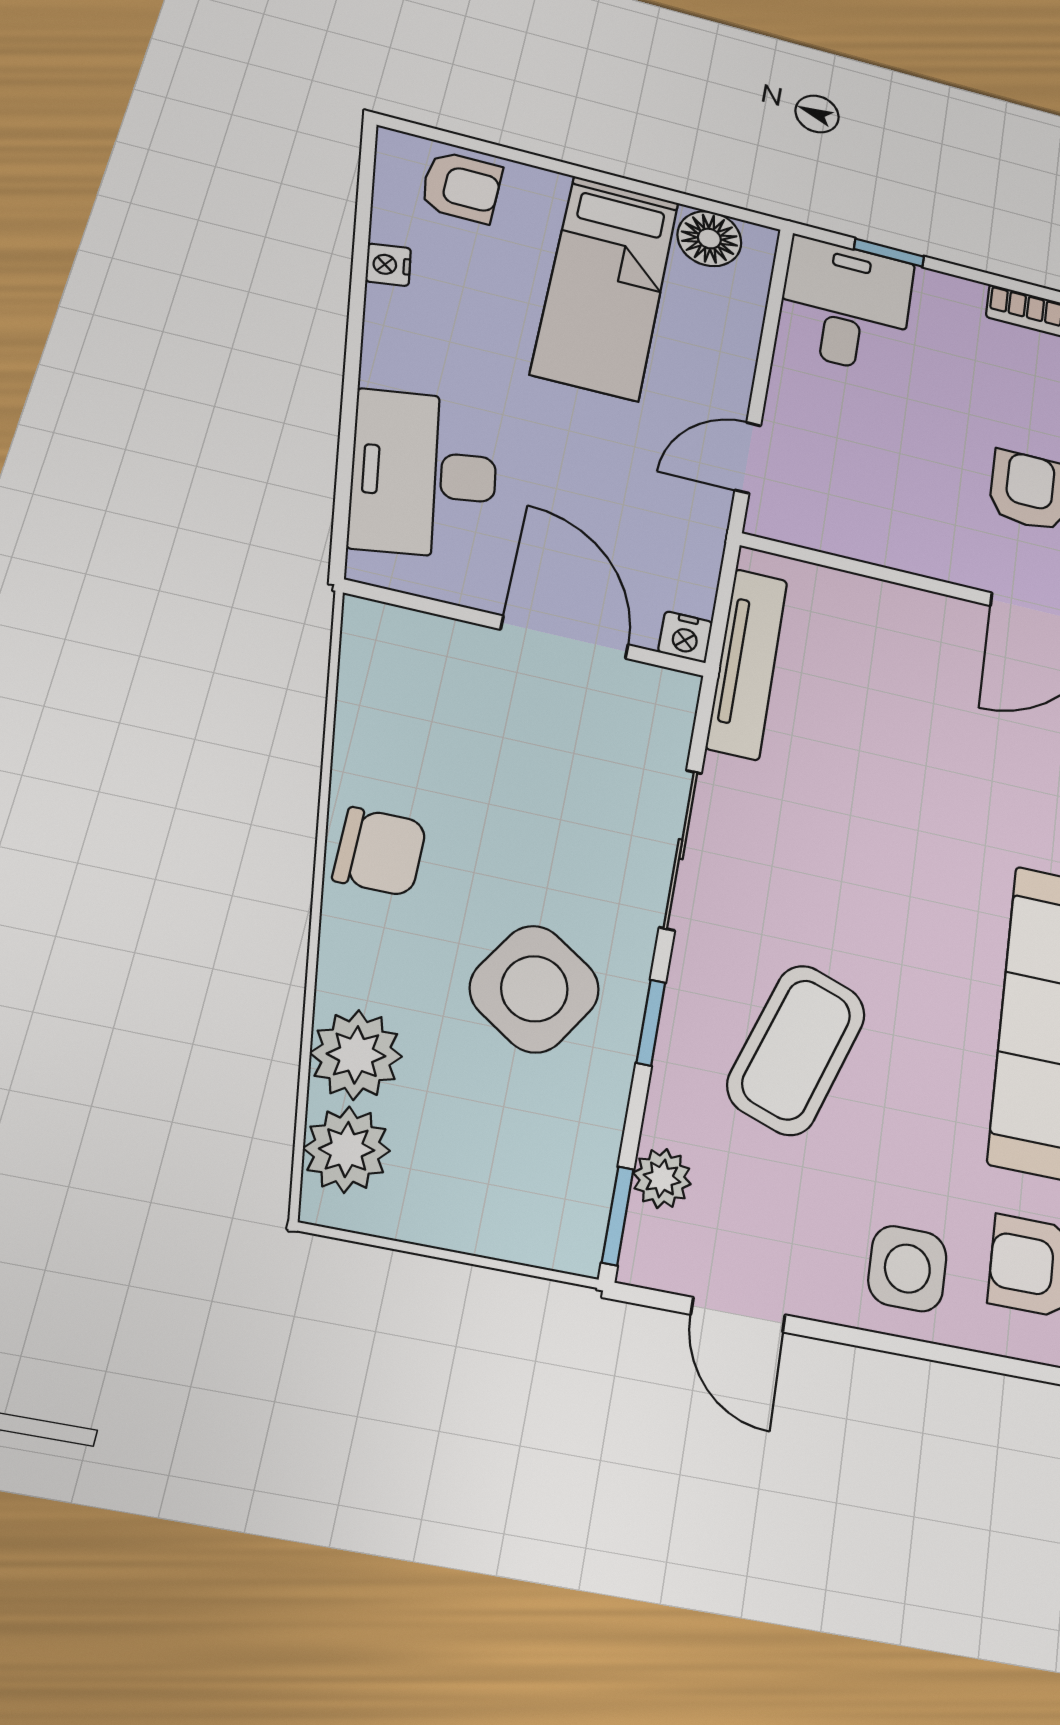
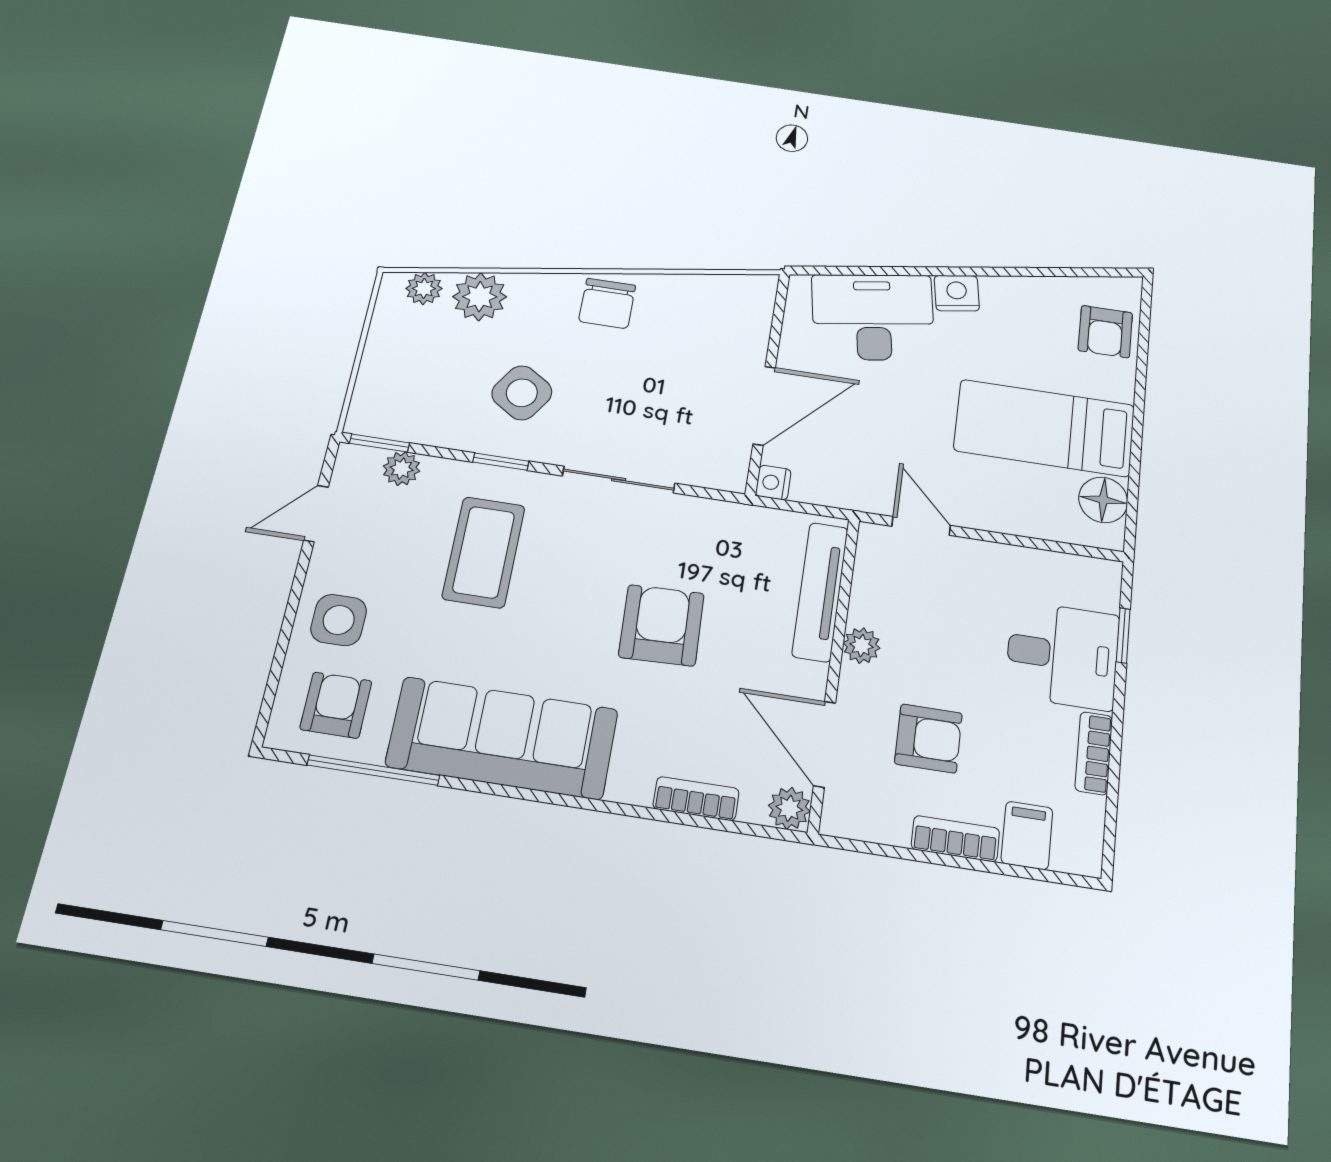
nightstand: (388, 265) -> (957, 293), moved, width x1.39, depth x1.35
desk: (845, 305) -> (1062, 655), moved
plant: (915, 552) -> (862, 646), added
tv unit: (747, 663) -> (820, 592), moved, turned 90
armchair: (897, 803) -> (661, 625), added
side table: (534, 989) -> (522, 393), width x0.73, depth x0.73
coffee table: (797, 1049) -> (484, 552), turned 71
plant: (347, 1149) -> (424, 288), width x0.73, depth x0.73

